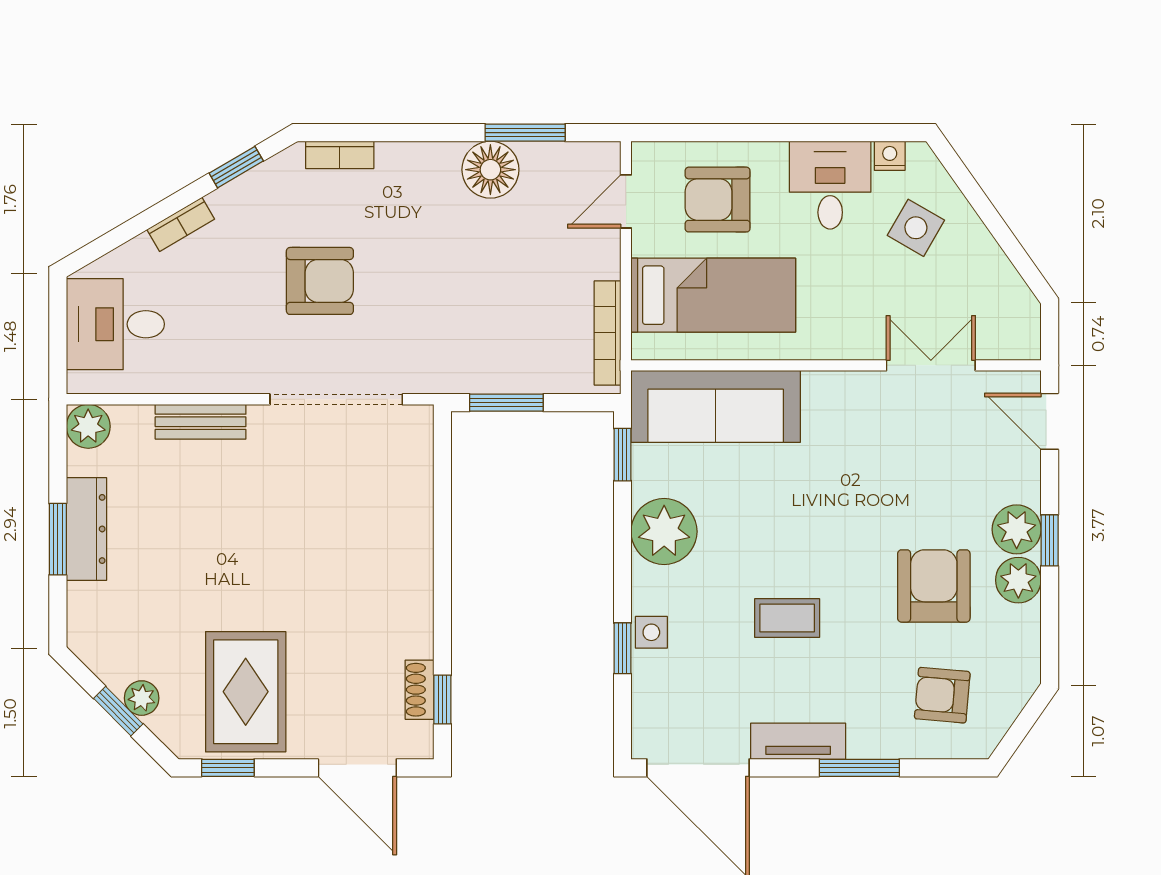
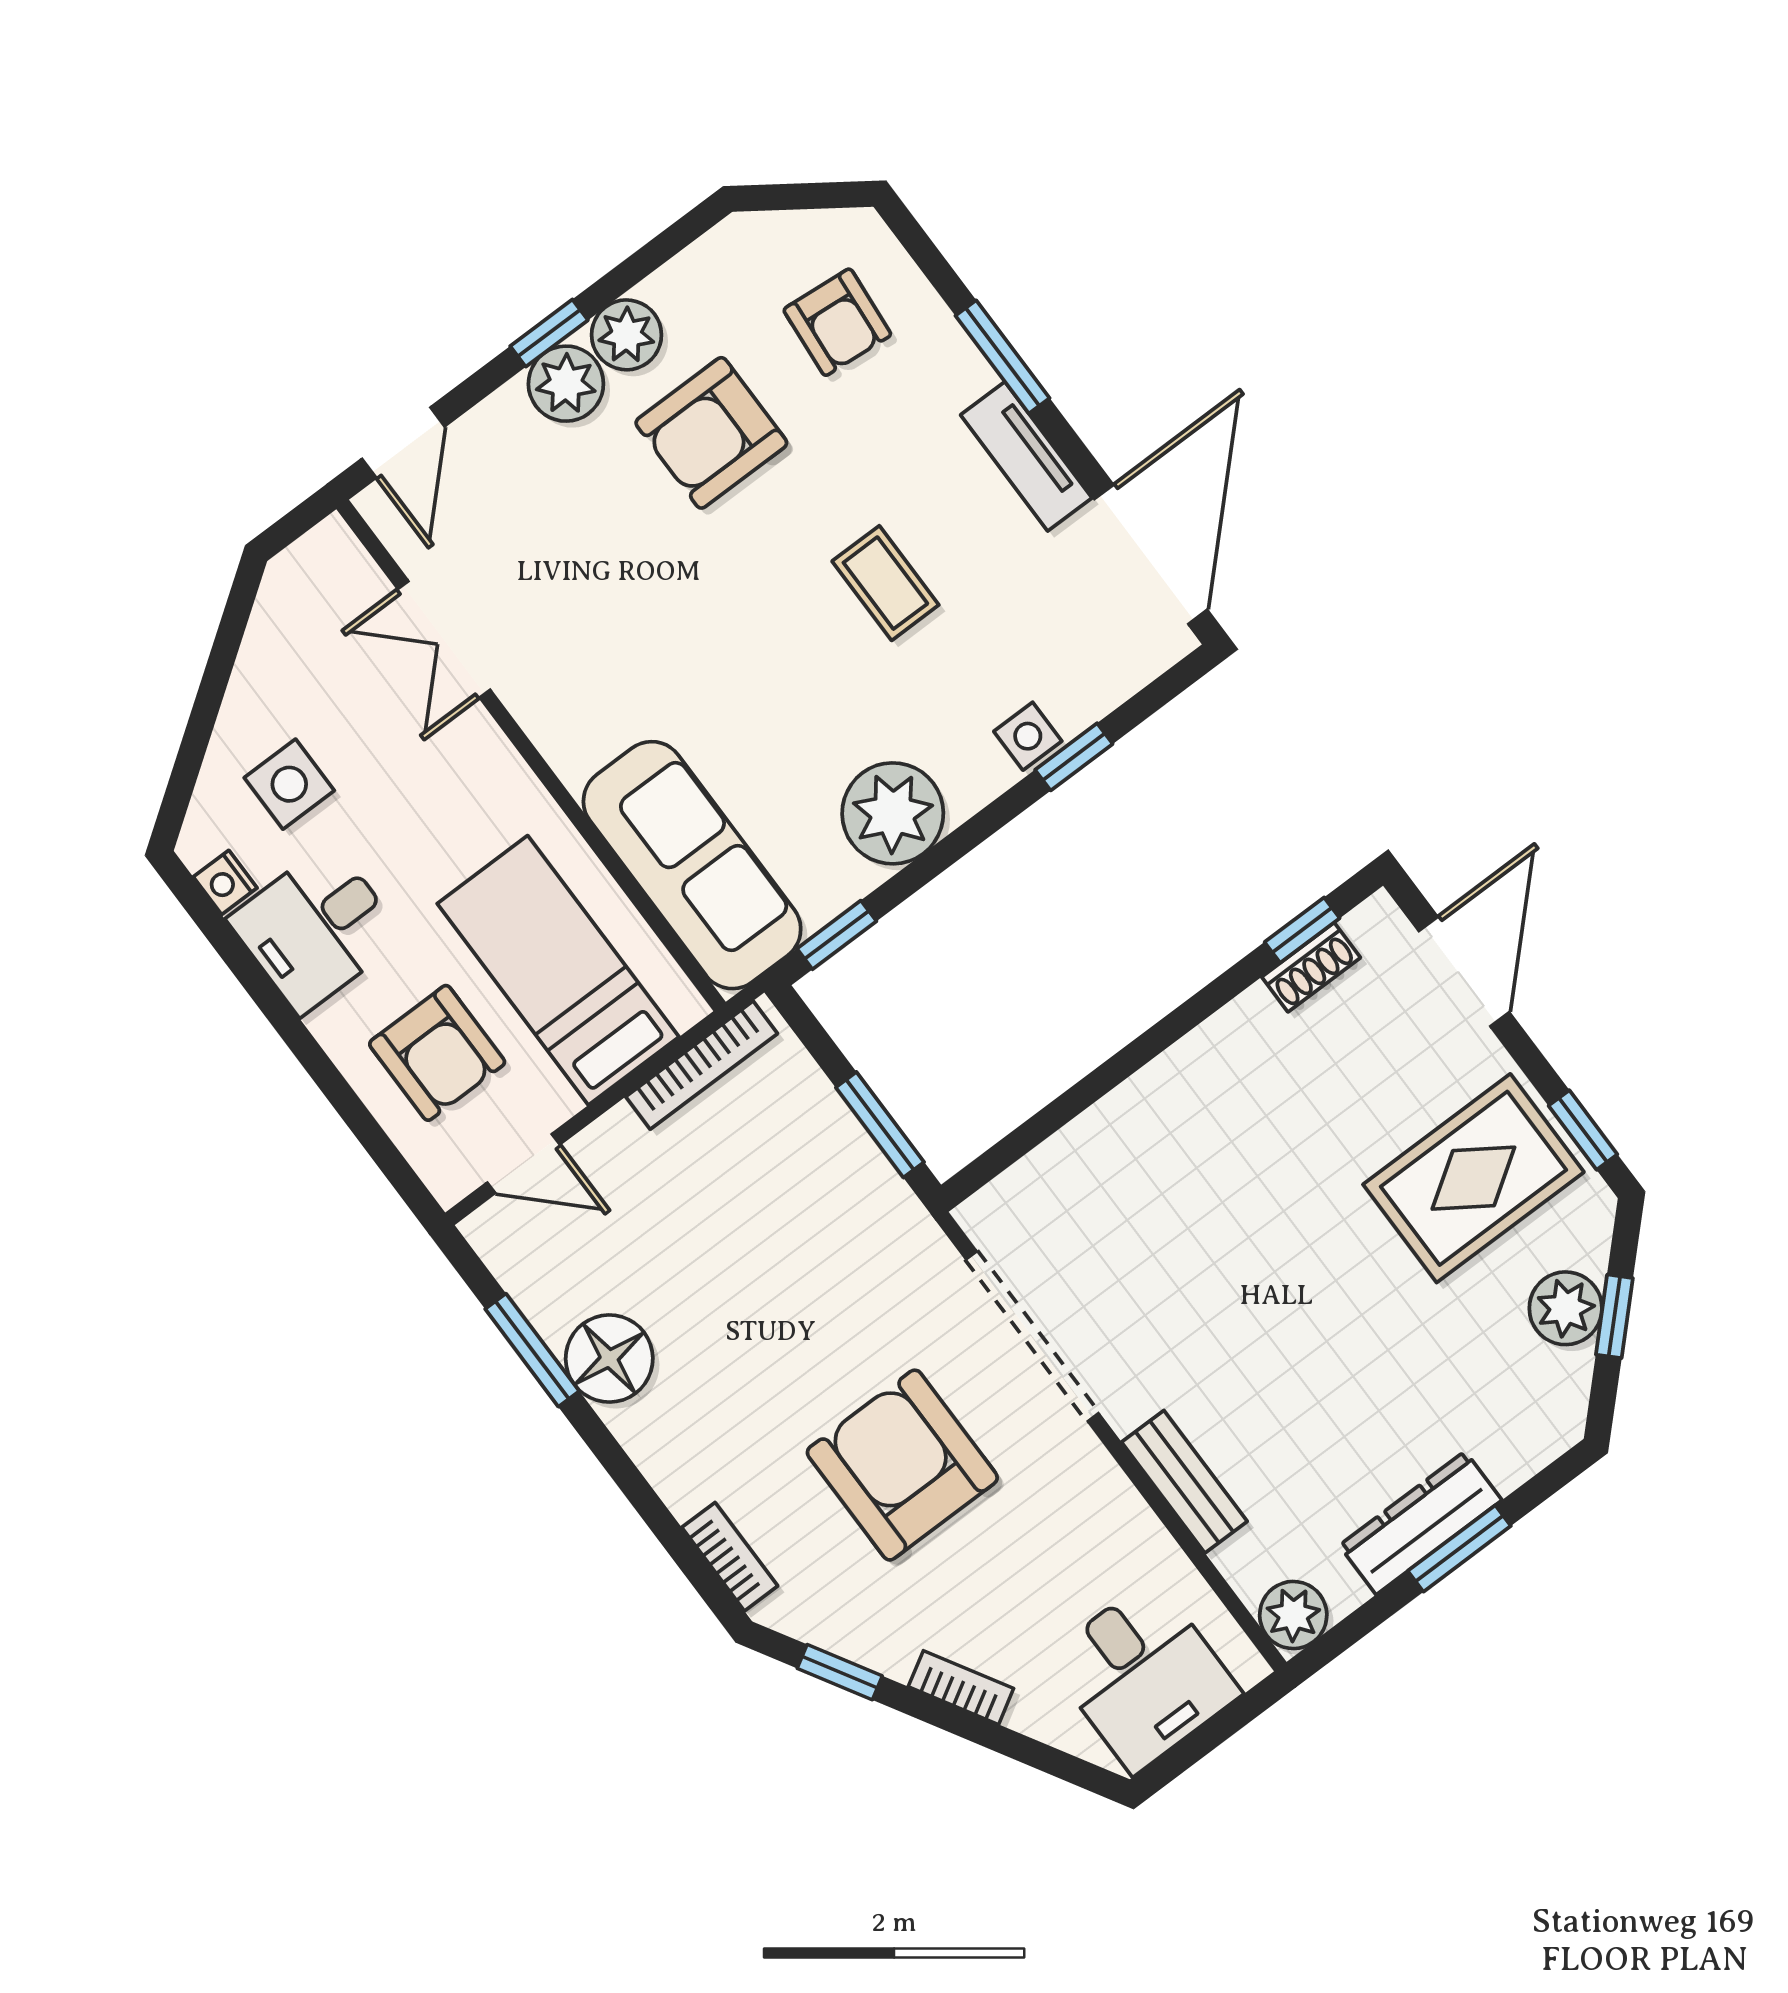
side table: (916, 228) -> (289, 784), turned -30
armchair: (320, 281) -> (902, 1465), width x1.36, depth x1.36
plant: (142, 698) -> (1566, 1308), width x1.38, depth x1.38

